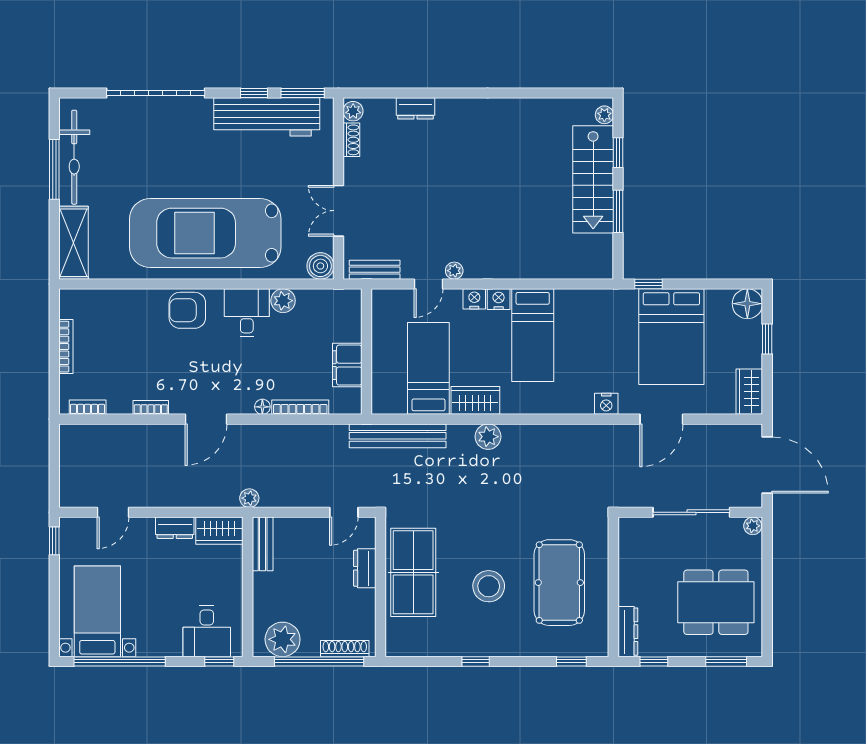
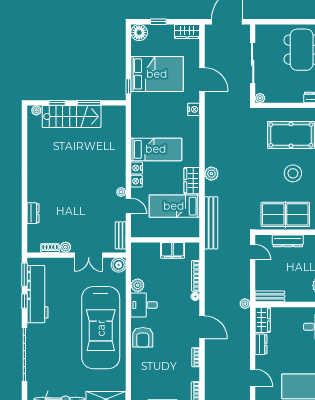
plant: (353, 111) -> (66, 247), moved
plant: (753, 526) -> (260, 98), moved
dresser: (365, 568) -> (288, 241), width x1.44

